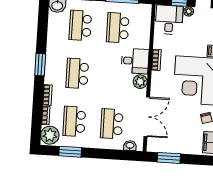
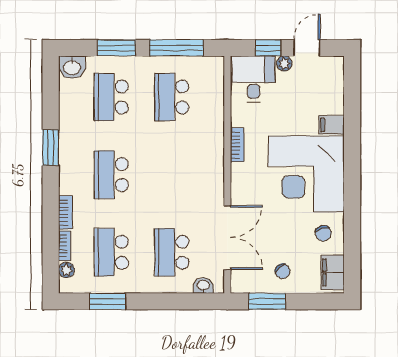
desk: (135, 61) -> (203, 149), removed
window: (40, 65) -> (51, 147), moved
plant: (140, 82) -> (213, 181), removed
plant: (50, 135) -> (66, 270), width x0.53, depth x0.53
chair: (180, 140) -> (283, 271), added

